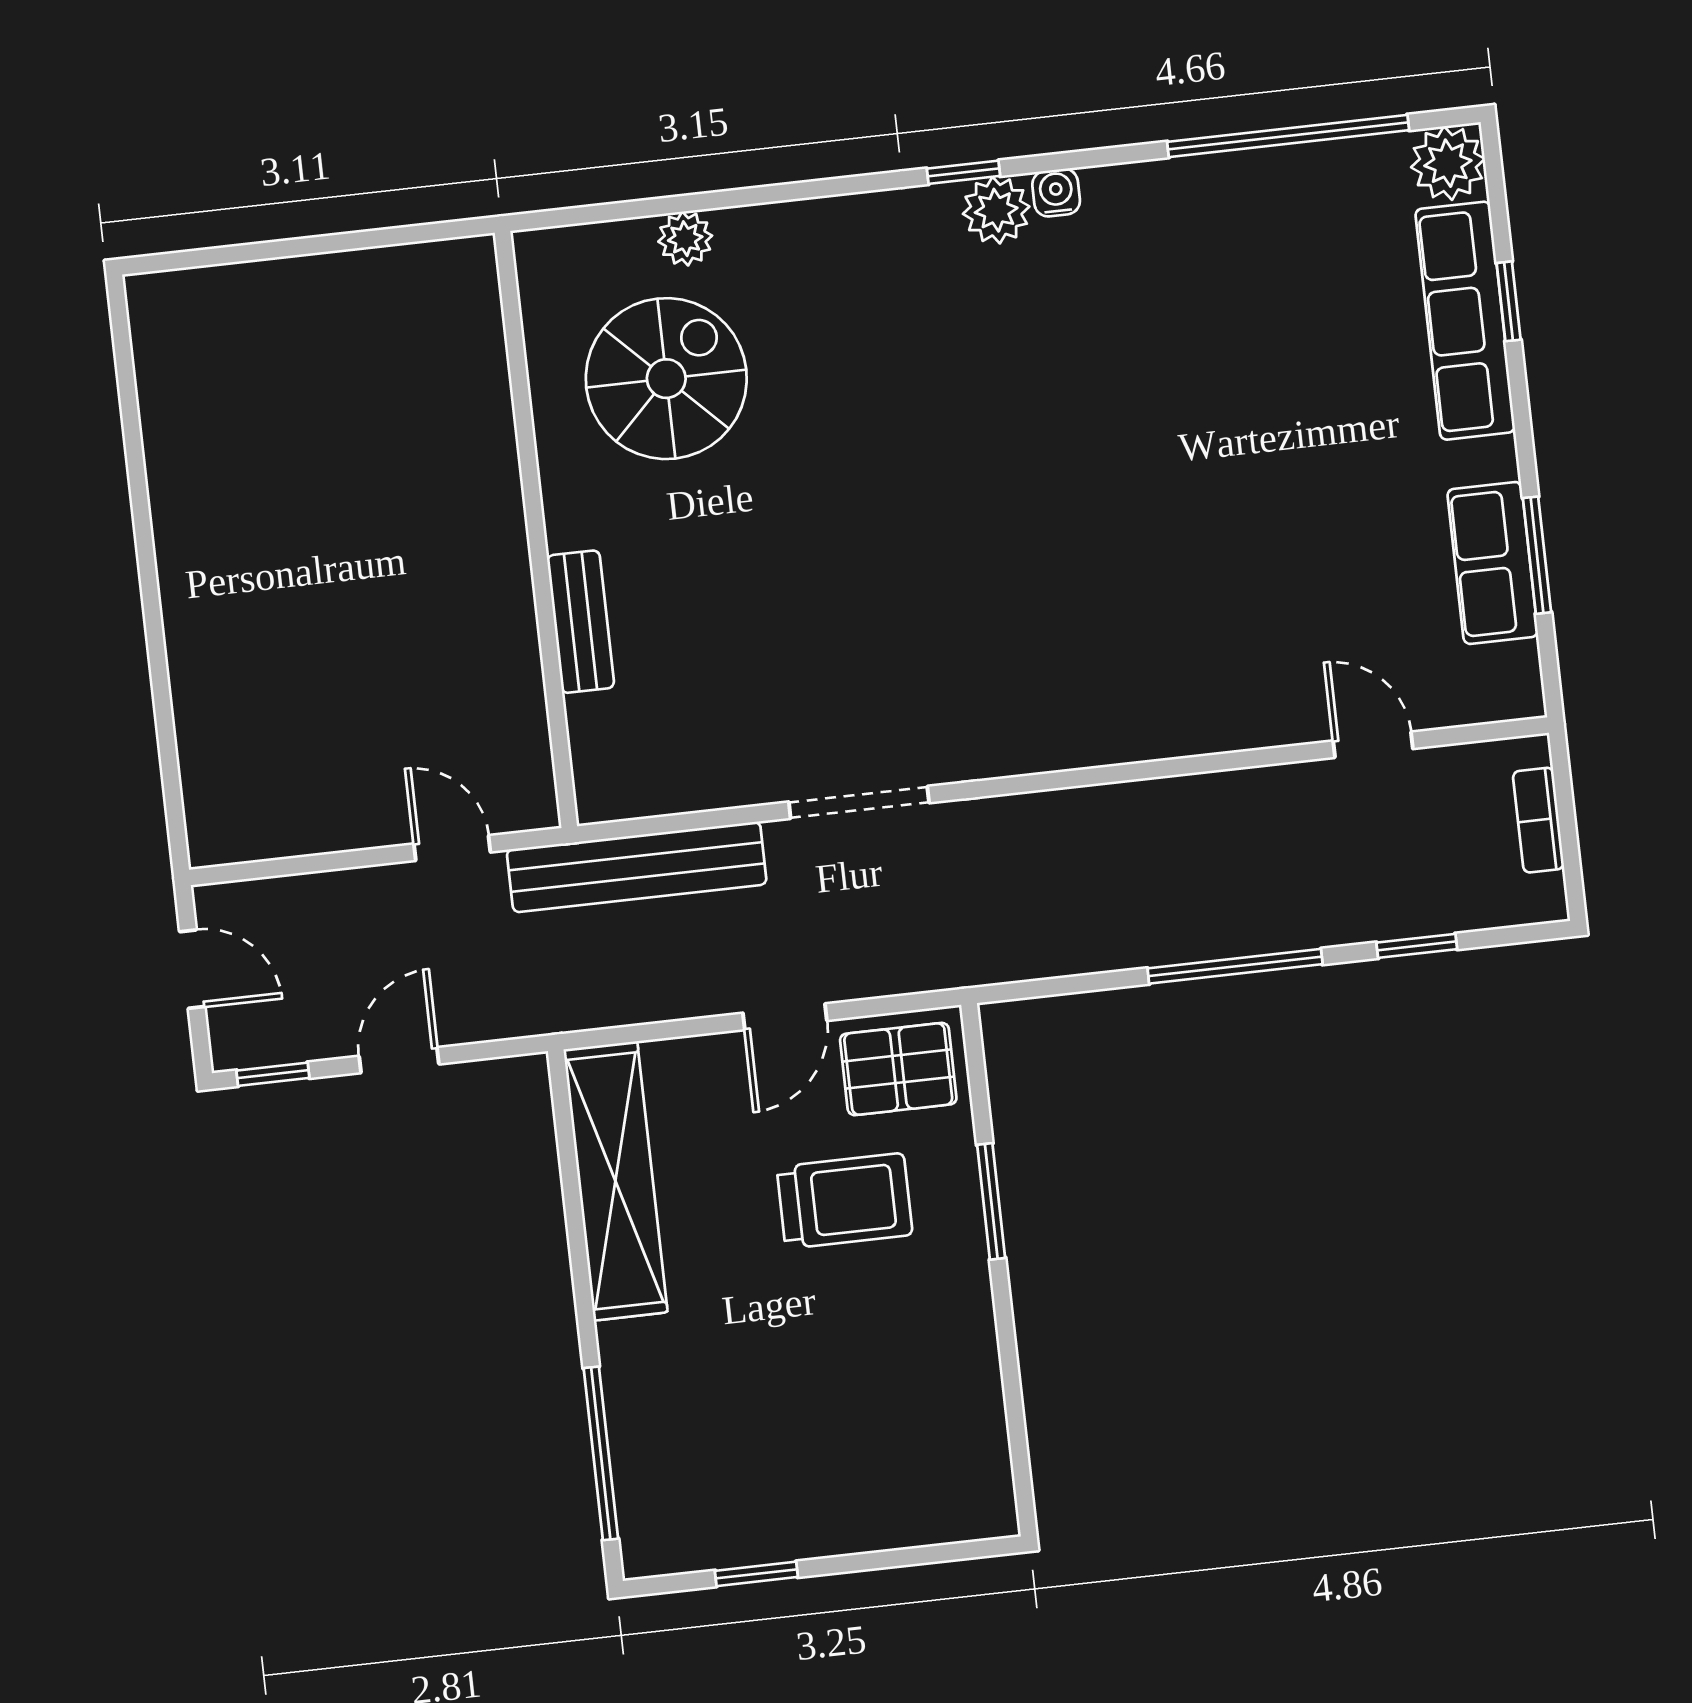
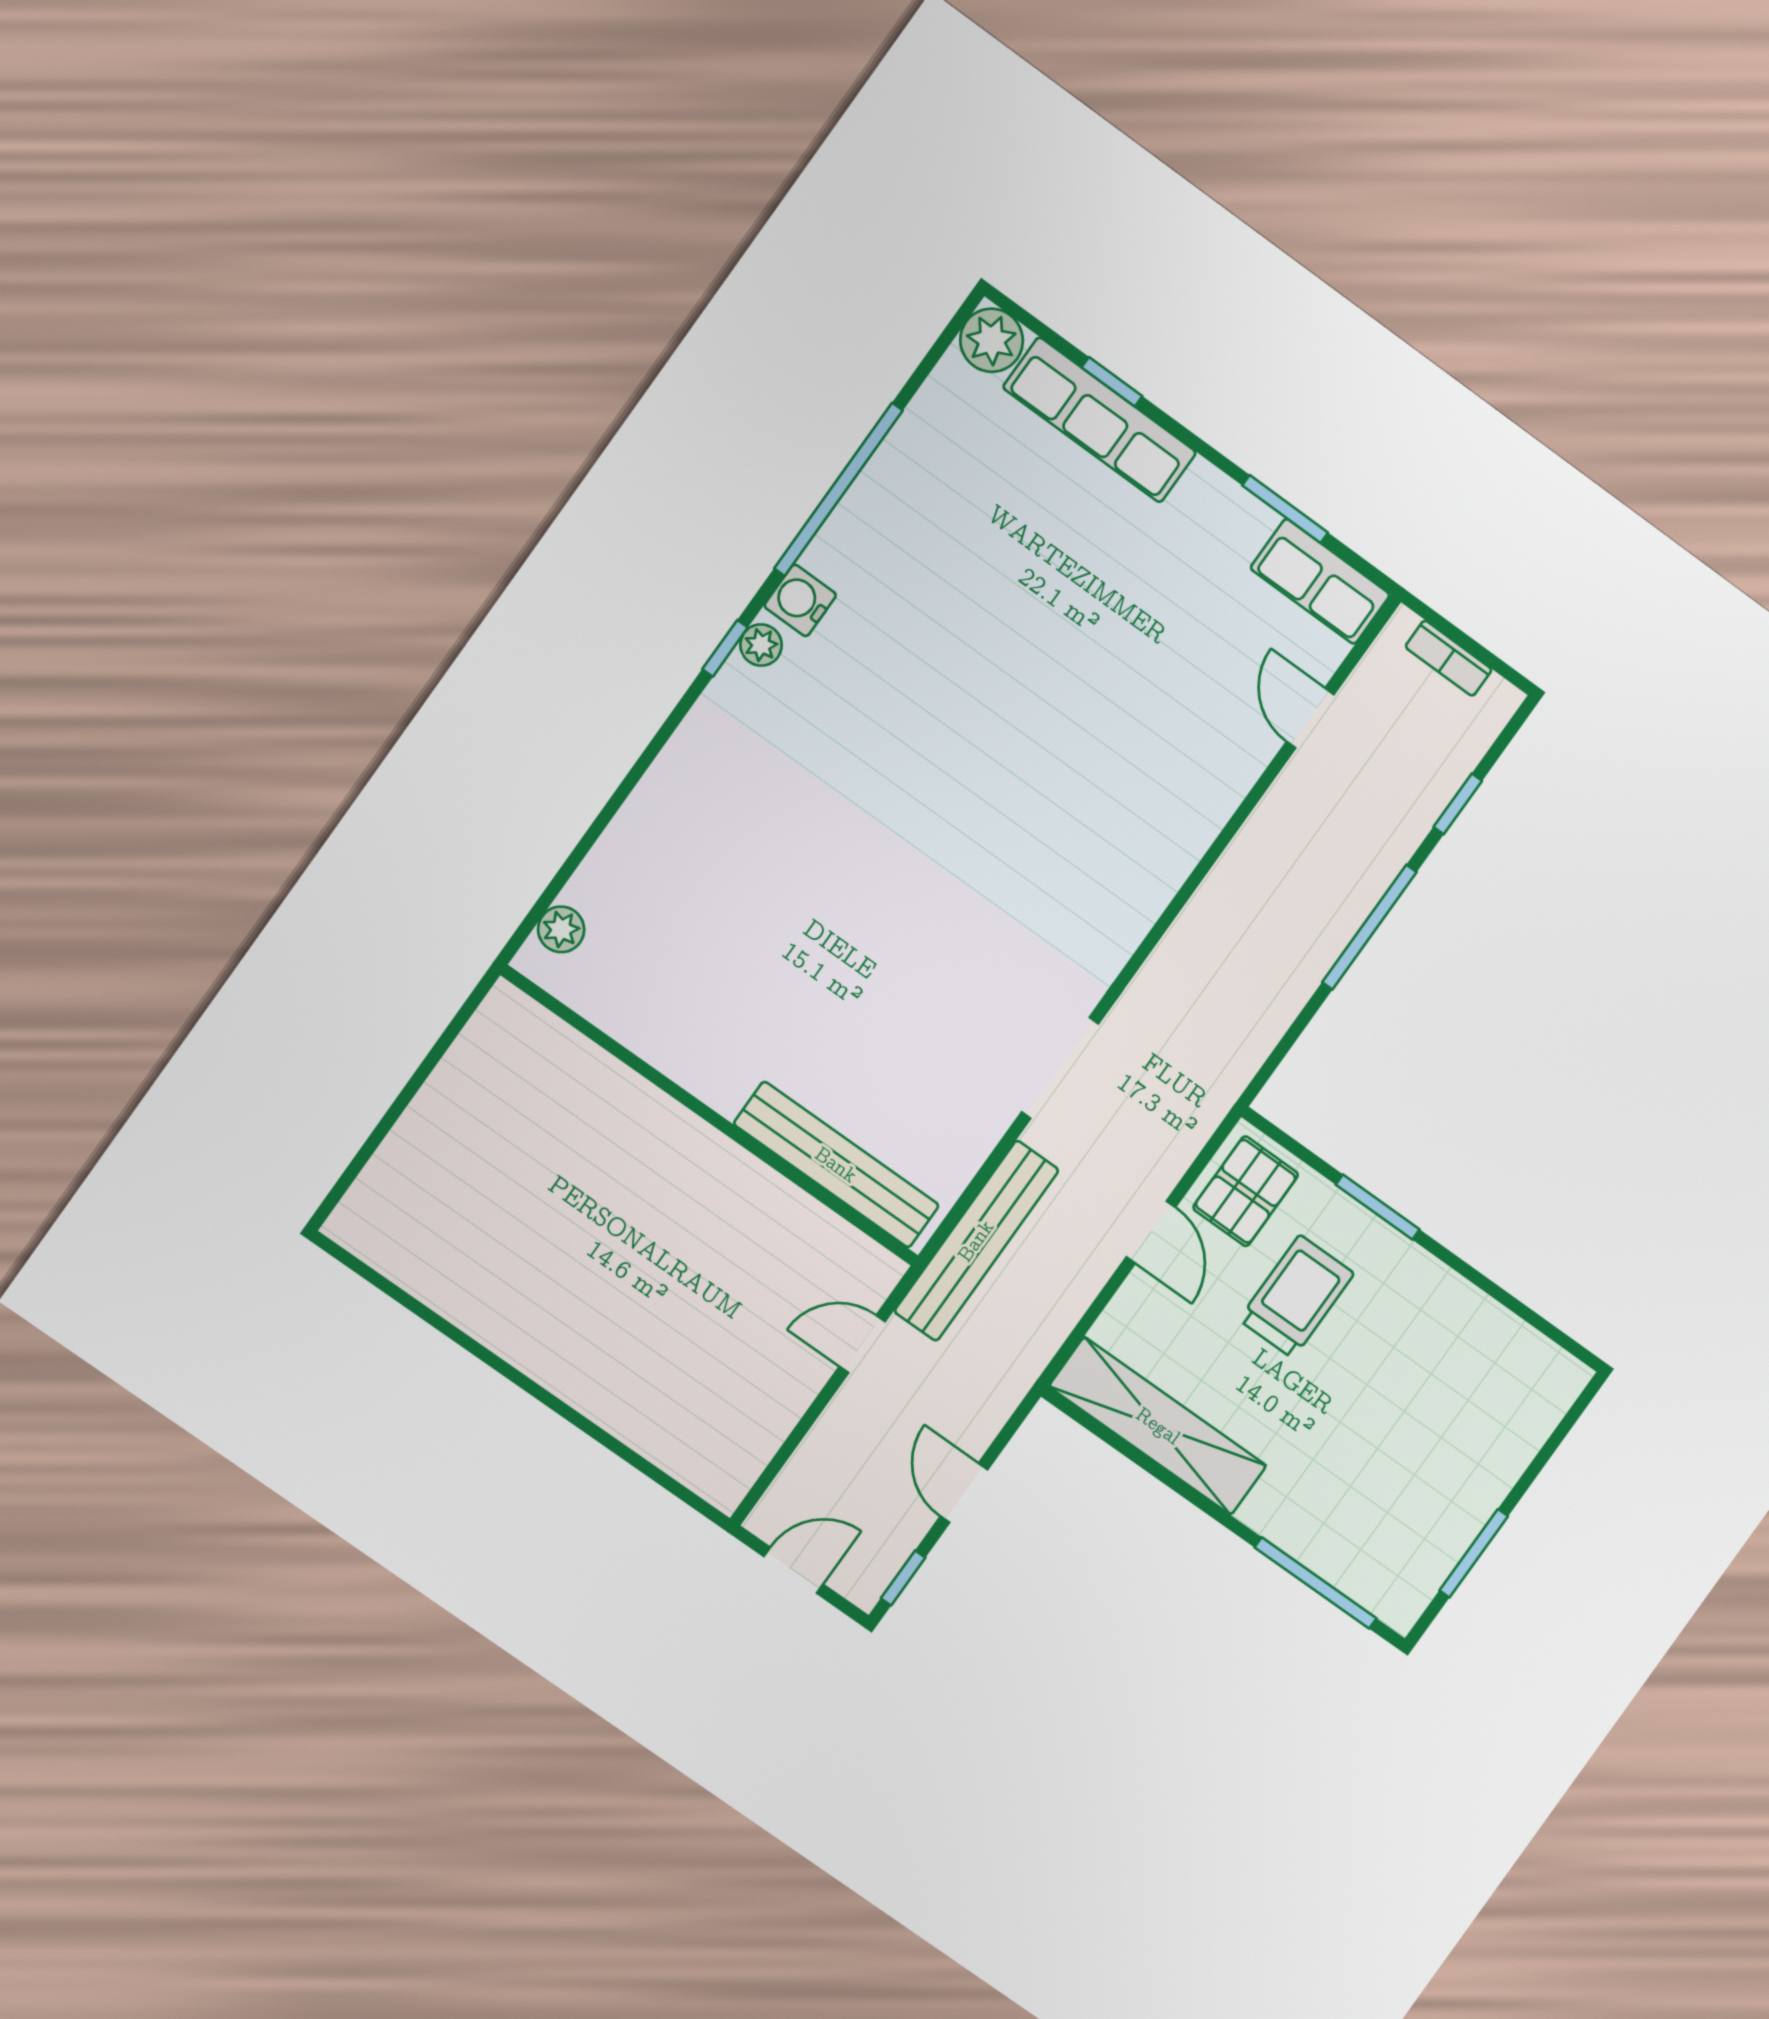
window: (1288, 136) -> (838, 489), moved
water cooler: (1056, 193) -> (800, 600), width x1.38, depth x1.38
plant: (996, 210) -> (761, 645), width x0.73, depth x0.73
plant: (685, 239) -> (561, 929), moved
spiral stairs: (666, 379) -> (688, 950), removed
row of seats: (1493, 563) -> (1320, 581), moved
bench: (581, 622) -> (836, 1165), width x1.86, depth x1.21
door: (1373, 745) -> (1310, 718), hinge flipped
window: (756, 1574) -> (1474, 1553), width x1.50

